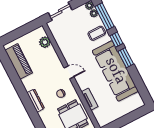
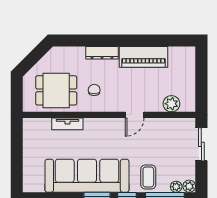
piano: (19, 61) -> (143, 57), moved
door: (69, 72) -> (135, 115), moved

